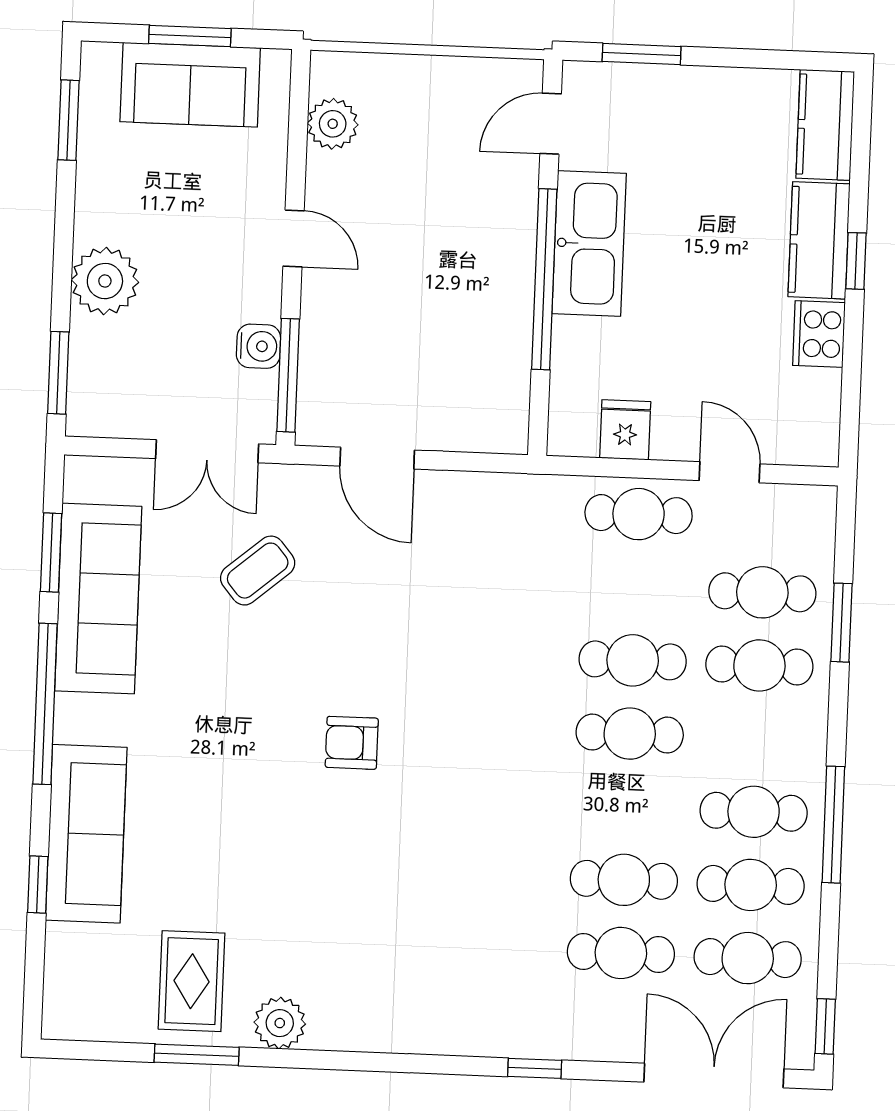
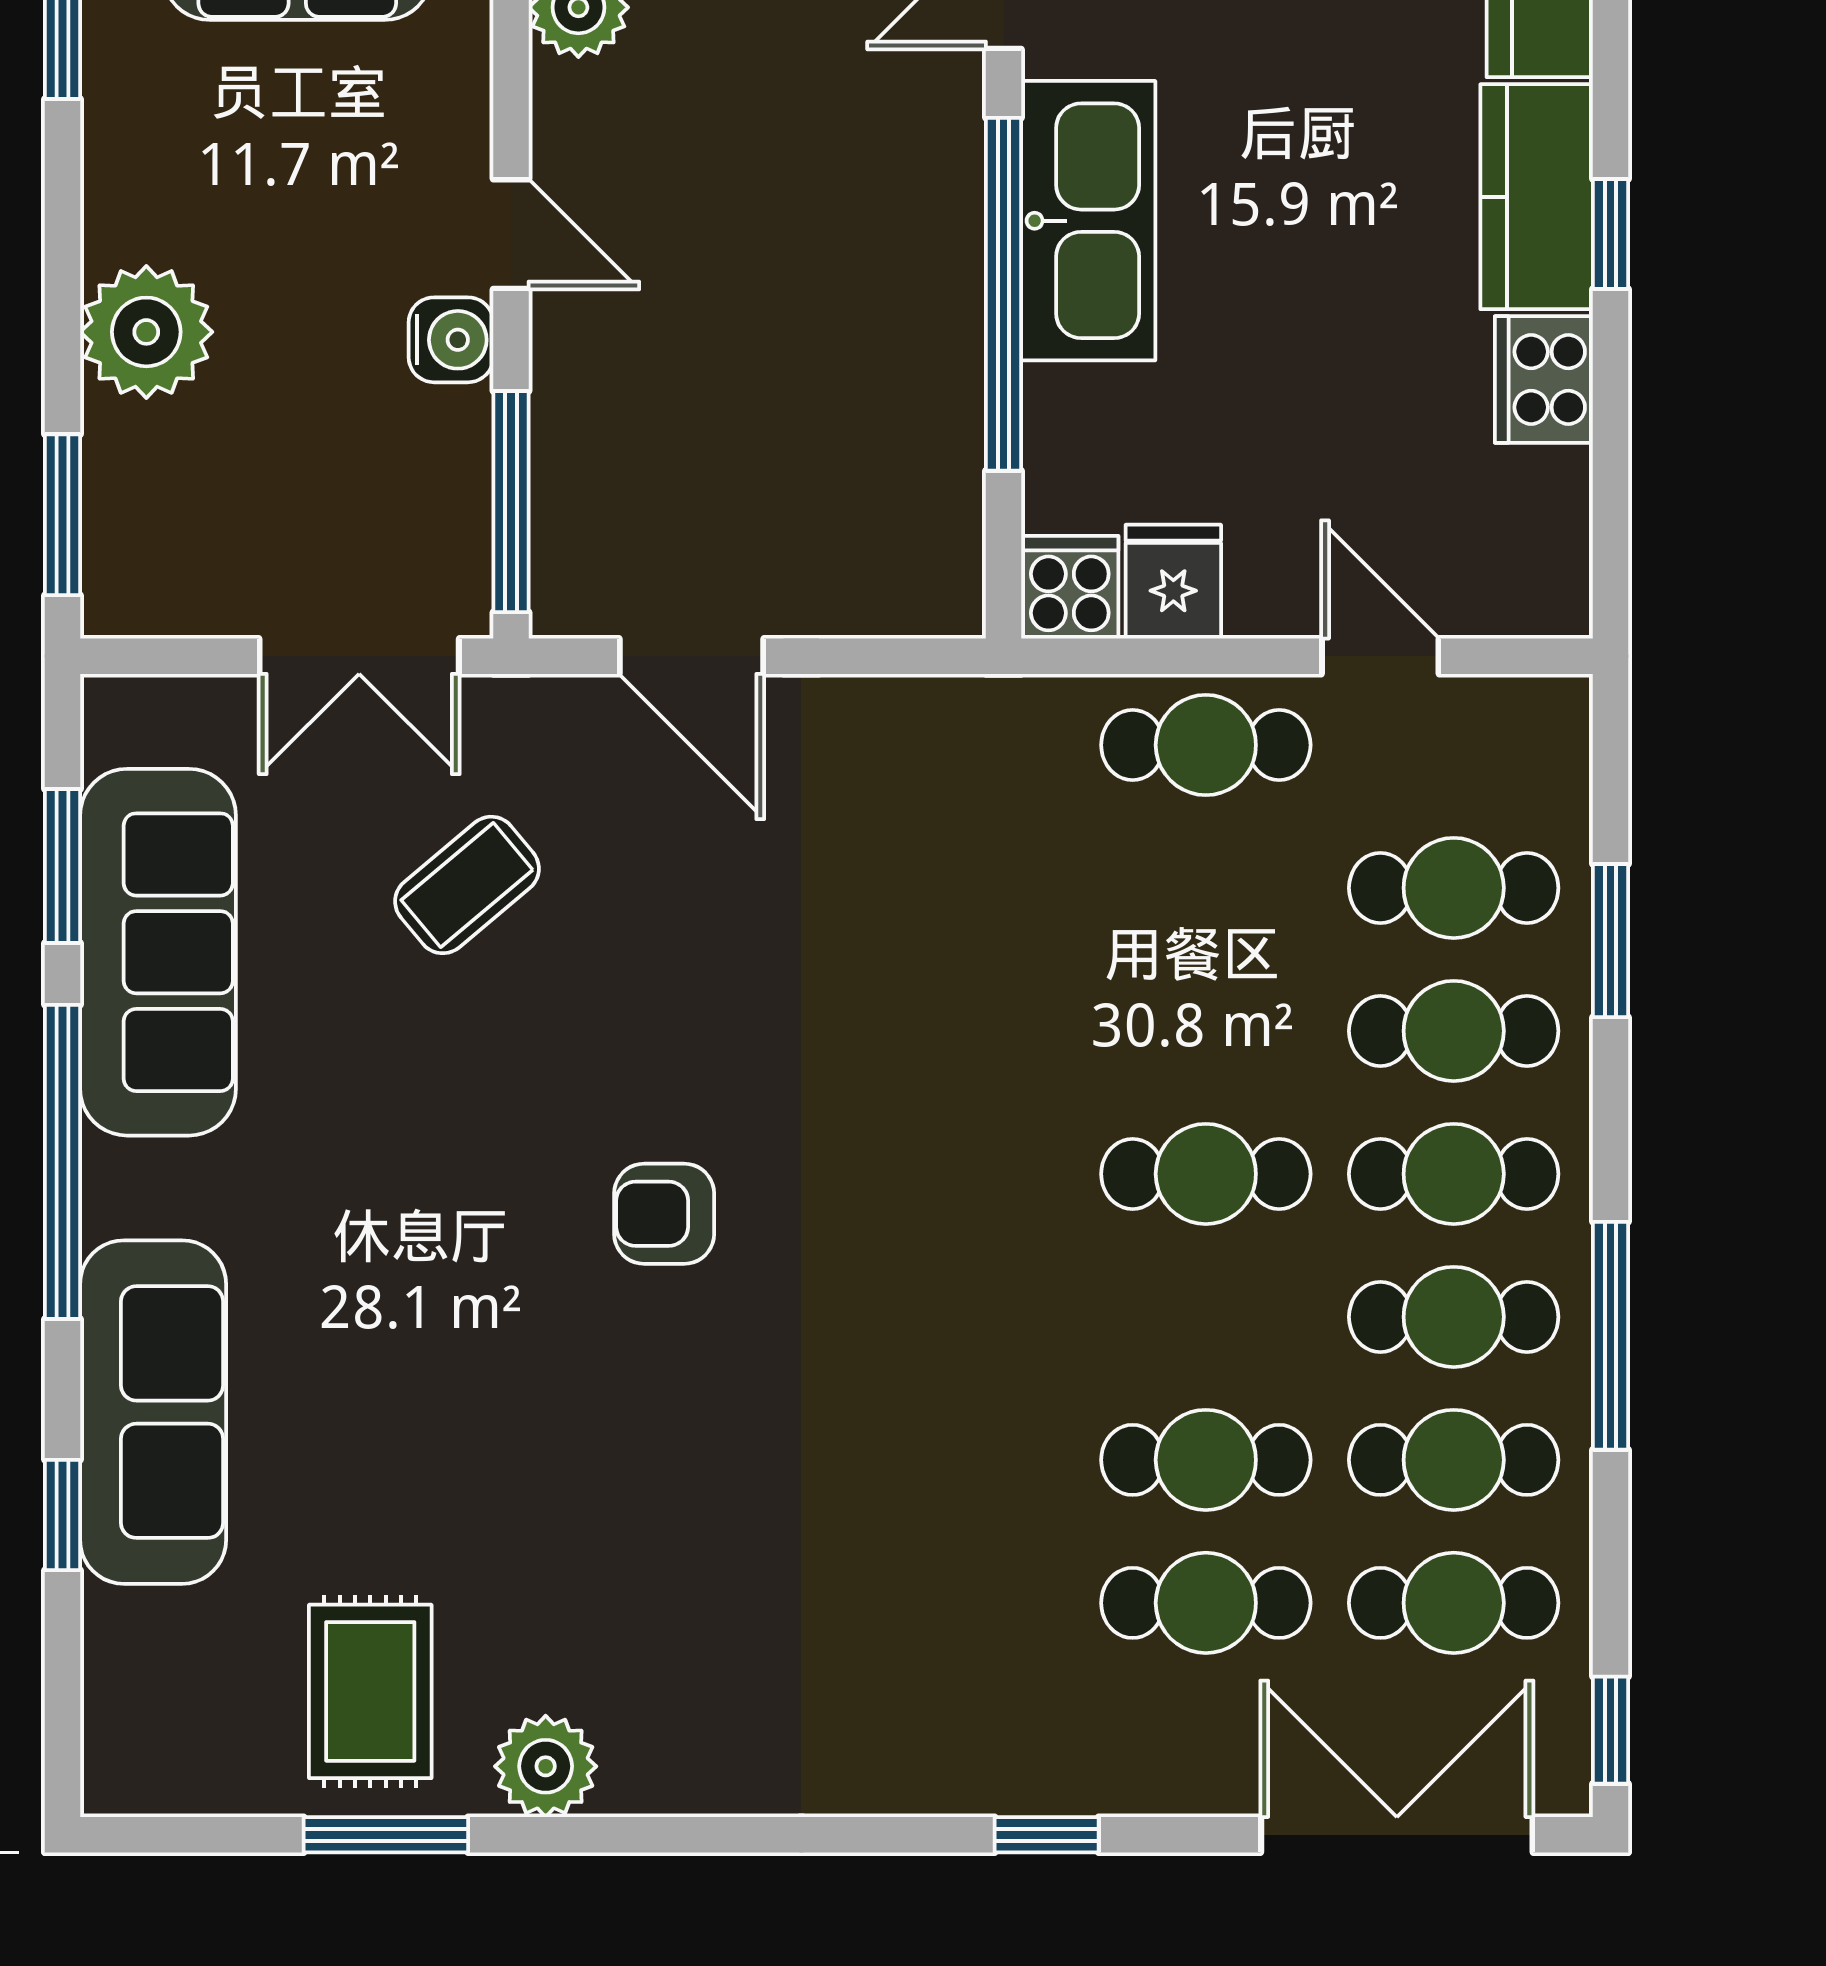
water cooler: (258, 346) -> (451, 340), moved
cooker: (572, 431) -> (1070, 587), added
cafe table: (633, 660) -> (1454, 1174), moved

